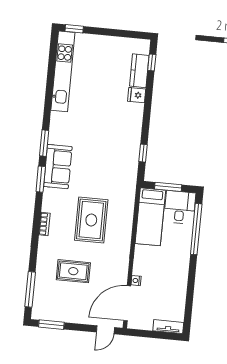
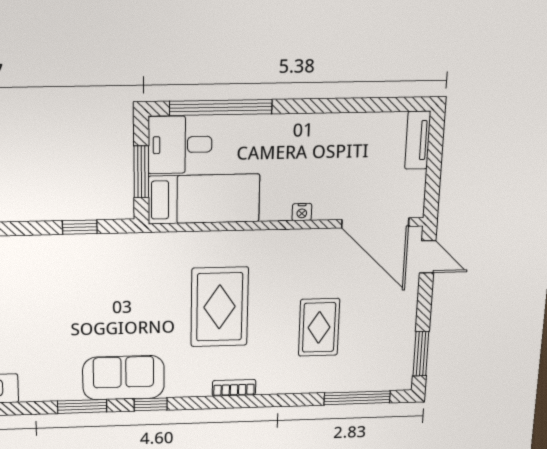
window: (41, 179) -> (151, 404), width x0.67
rug: (91, 220) -> (220, 307), turned 90
nightstand: (136, 281) -> (302, 212), moved

